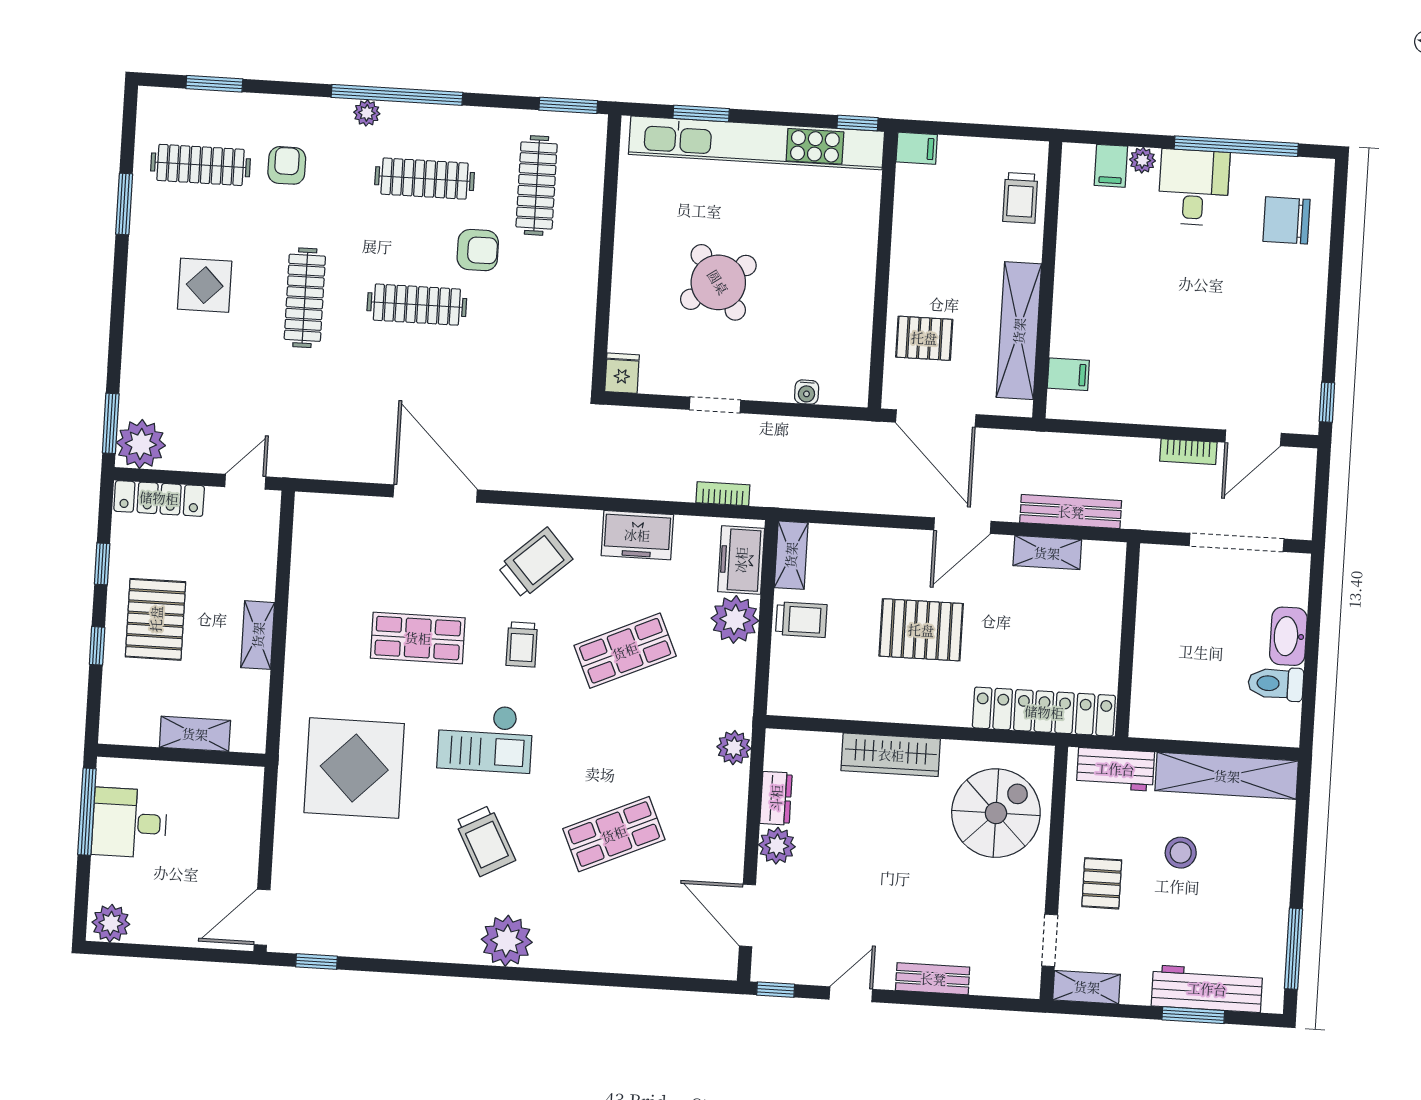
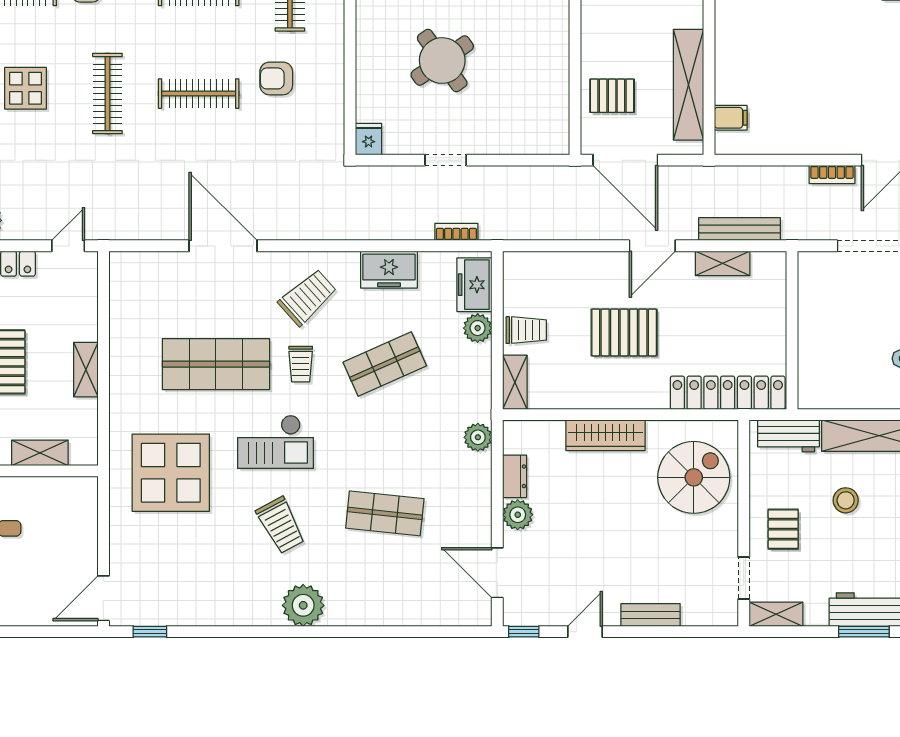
armchair: (478, 250) -> (276, 78), moved, turned 180
water cooler: (807, 392) -> (519, 145), removed
shelving: (791, 555) -> (515, 382), moved
plant: (735, 619) -> (478, 328), width x0.73, depth x0.73
shop shelf: (418, 638) -> (216, 364), width x1.43, depth x1.36
shop shelf: (614, 834) -> (385, 513), turned 30

